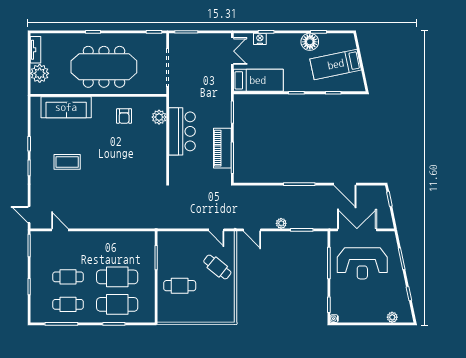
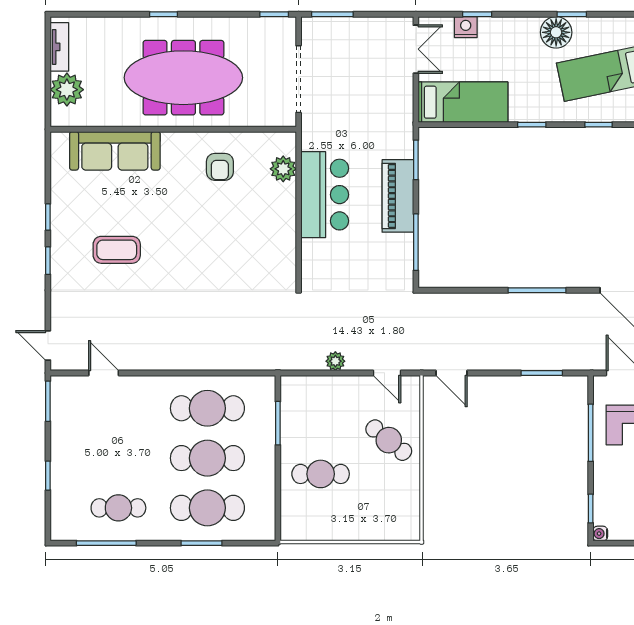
piano: (222, 148) -> (398, 196), moved
plant: (281, 223) -> (335, 361), moved
cafe table: (68, 277) -> (207, 408), moved, width x1.37, depth x1.35

